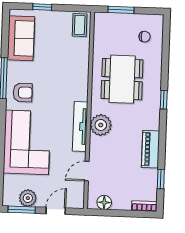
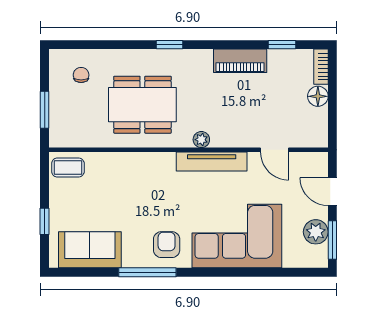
plant: (101, 125) -> (201, 140), width x0.53, depth x0.53
floor lamp: (104, 202) -> (318, 96), moved

